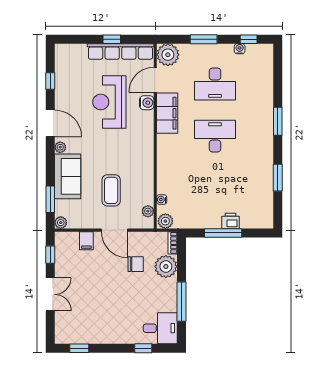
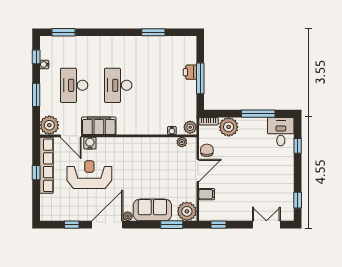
desk: (215, 84) -> (74, 85), turned 180
reception desk: (109, 102) -> (89, 175), turned 180
window: (278, 121) -> (63, 32), moved
door: (50, 123) -> (107, 225), width x1.36
coffee table: (111, 190) -> (164, 173), removed
plant: (61, 223) -> (187, 211), width x1.88, depth x1.88
chair: (136, 264) -> (207, 150), moved
double door: (50, 294) -> (266, 225), moved

